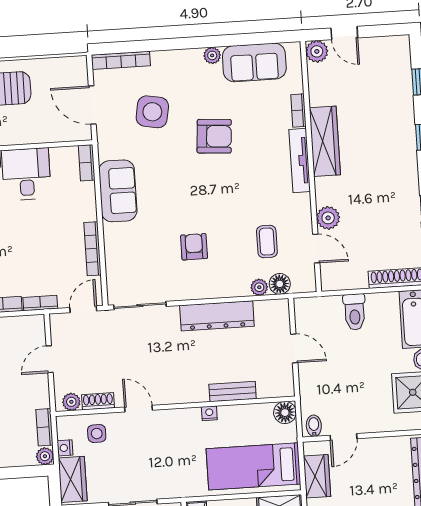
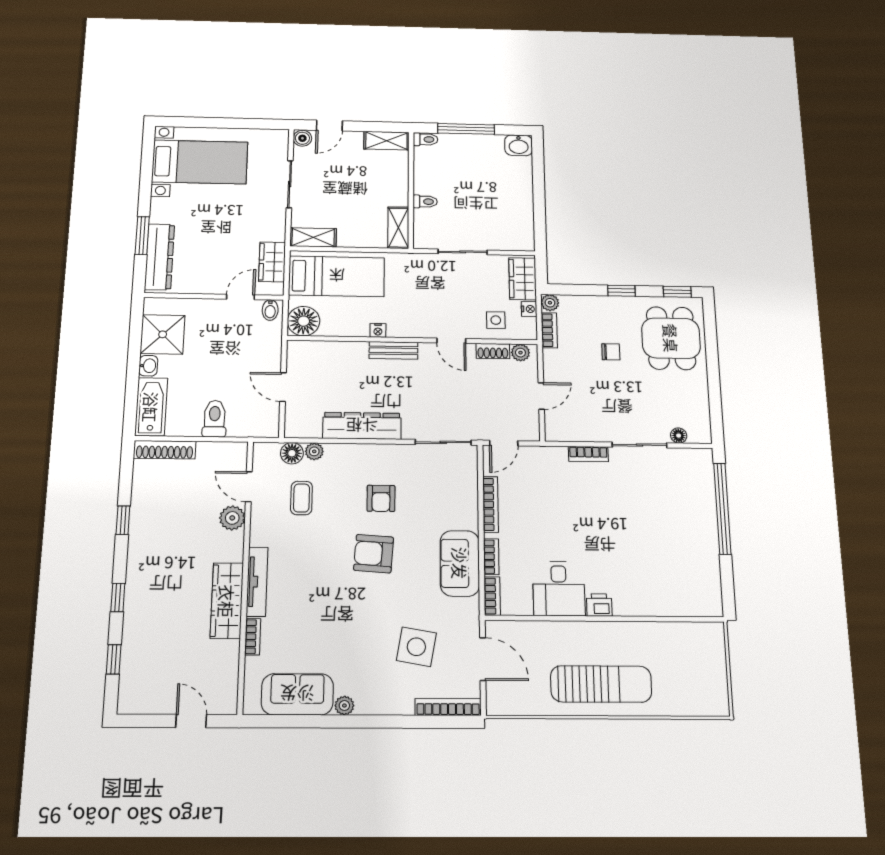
plant: (317, 51) -> (225, 702), removed
armchair: (214, 136) -> (374, 554), moved
bookcase: (40, 303) -> (491, 557), moved, turned -90
bench: (233, 391) -> (393, 350), moved
floor lamp: (285, 413) -> (304, 321), width x1.38, depth x1.38

